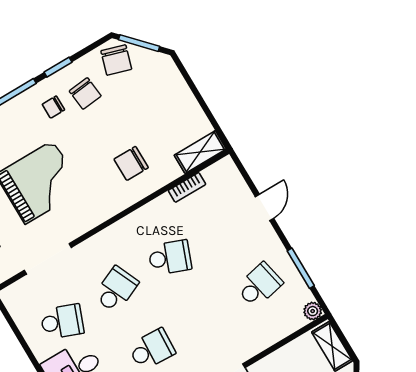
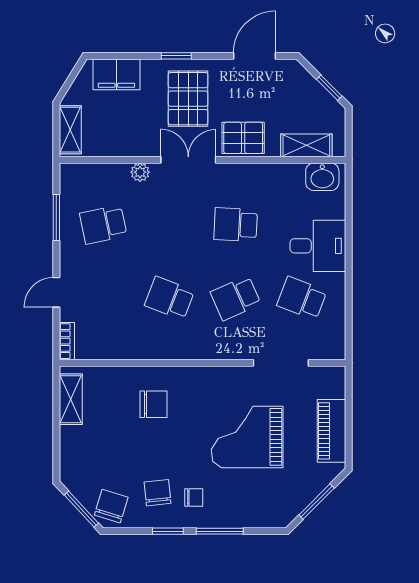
shelving: (200, 152) -> (71, 399), moved, turned 90
bookcase: (187, 187) -> (67, 341), moved, turned 90
plant: (313, 311) -> (140, 172), moved

